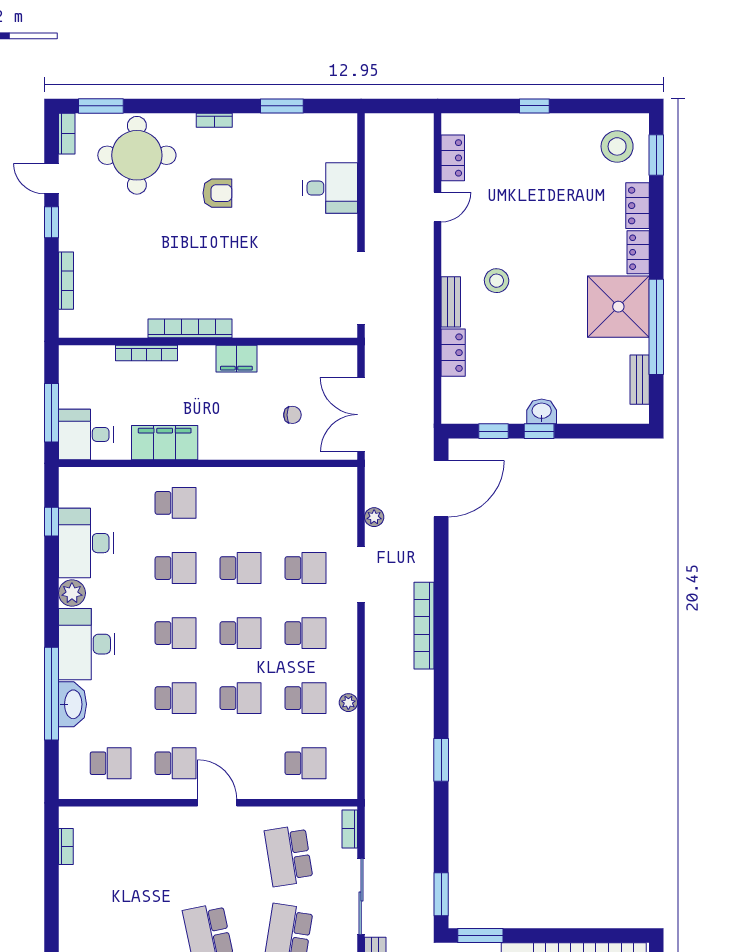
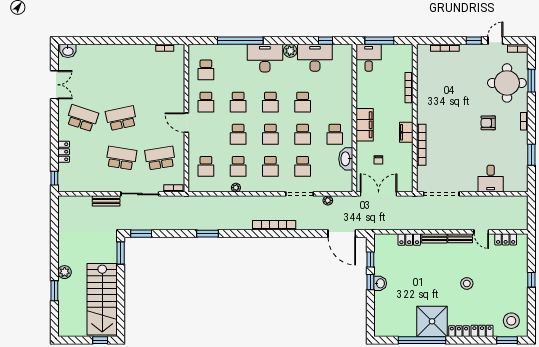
window: (101, 106) -> (531, 81), moved
armchair: (217, 193) -> (488, 123), turned 90
stool: (497, 281) -> (467, 283), moved
bookcase: (190, 328) -> (421, 145), moved
bench: (640, 380) -> (460, 238), moved
filing cabinet: (165, 443) -> (365, 125), moved
school desk: (176, 503) -> (335, 134), moved
washbasin: (72, 704) -> (346, 159), moved, turned 90
door: (217, 803) -> (186, 123), swing flipped

